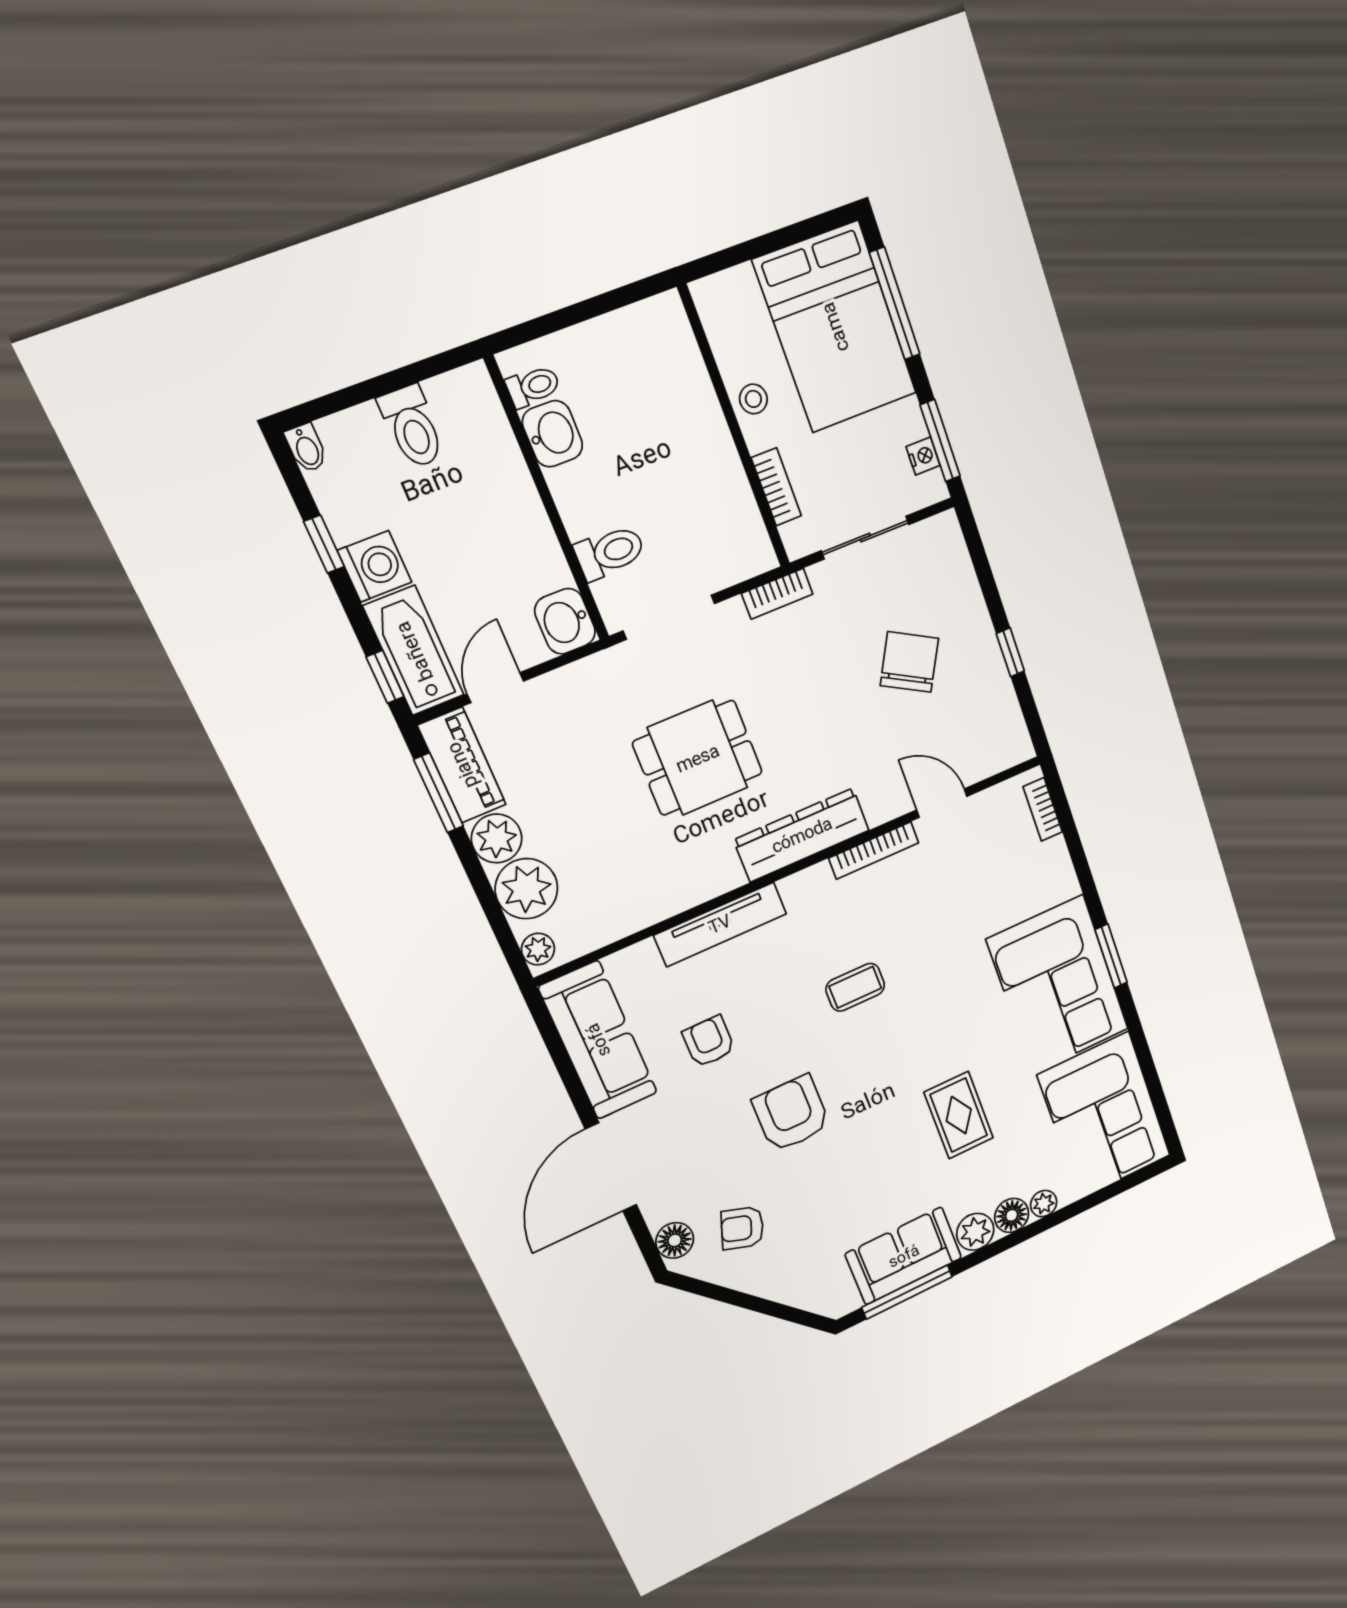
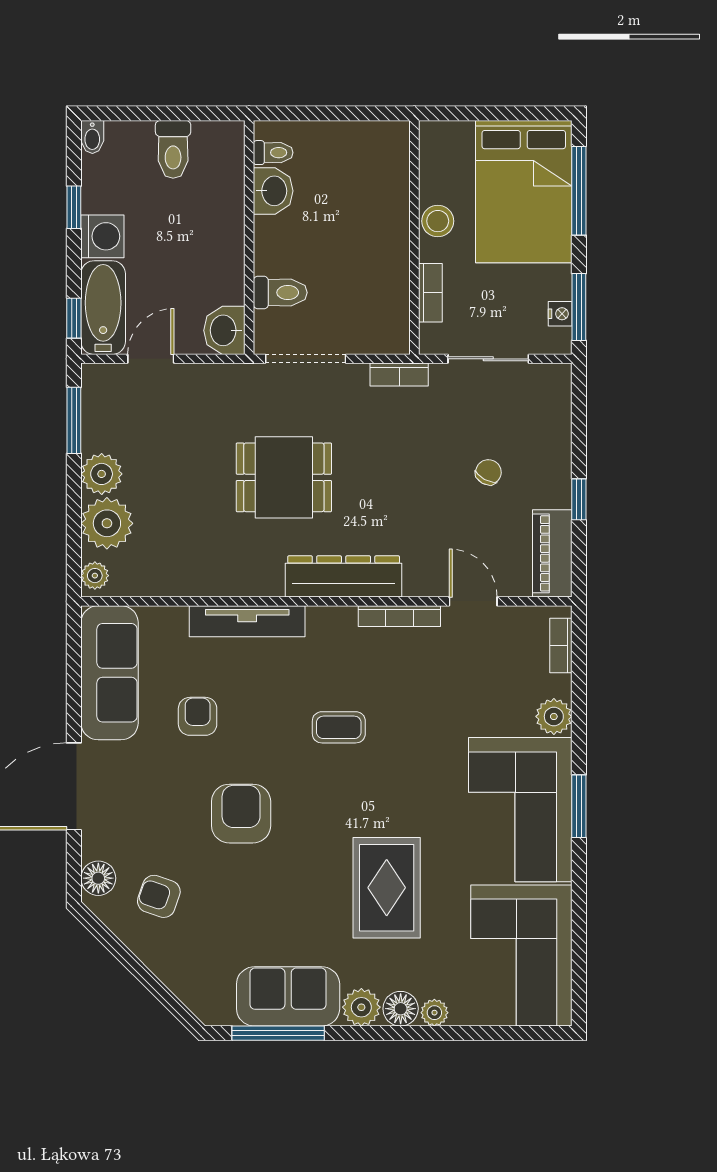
stool: (753, 399) -> (438, 221), width x1.37, depth x1.37
chair: (909, 662) -> (488, 472), width x0.54, depth x0.54
piano: (462, 765) -> (552, 553), moved, turned 180
plant: (1059, 882) -> (554, 716), added
rug: (959, 1115) -> (387, 888), width x1.36, depth x1.43

